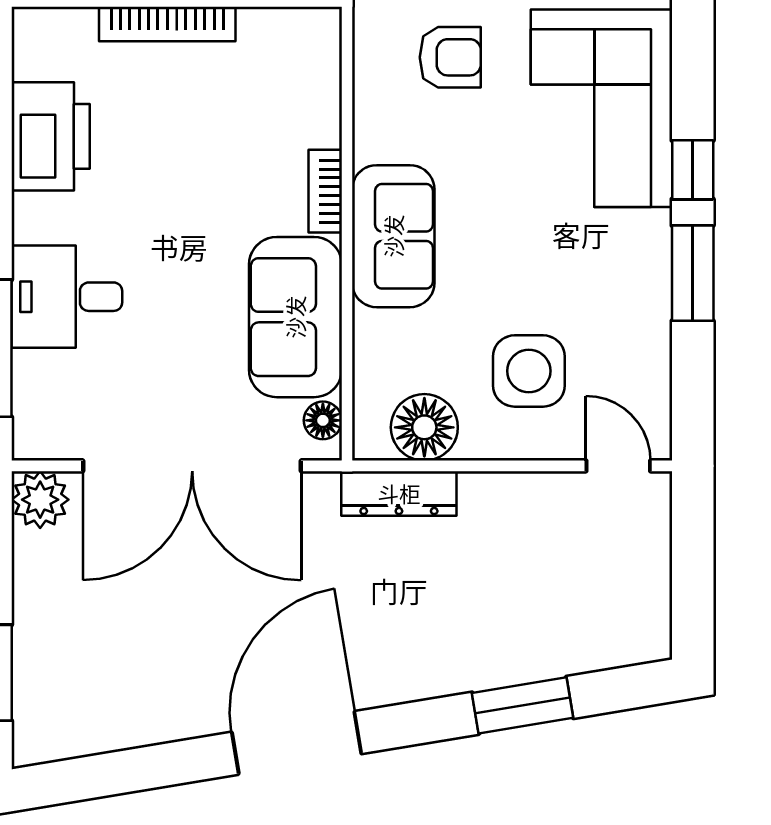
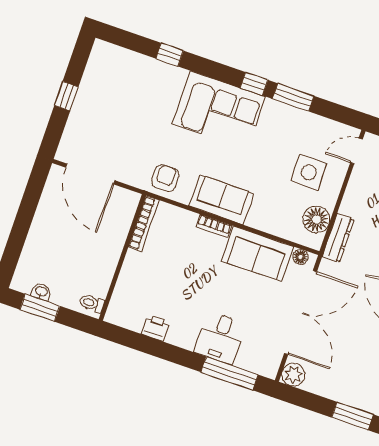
bookcase: (167, 24) -> (144, 224), moved
armchair: (450, 57) -> (165, 178), moved
printer: (51, 136) -> (155, 328), width x0.53, depth x0.68
sofa: (393, 236) -> (221, 200), moved

